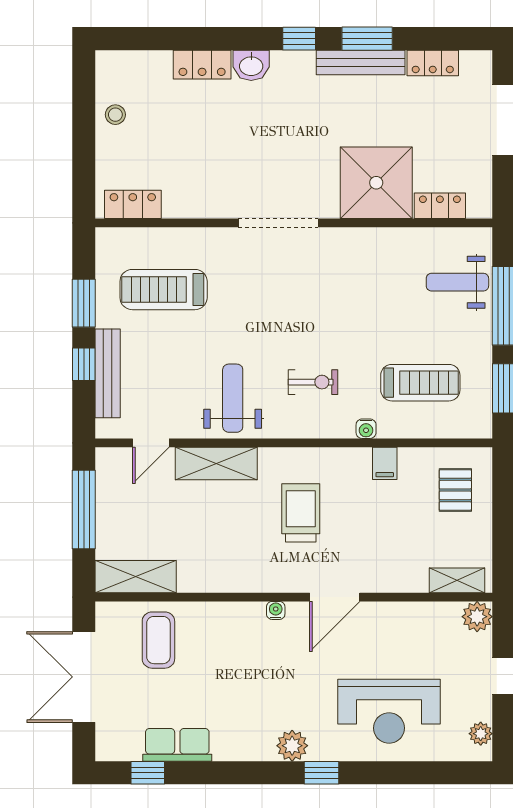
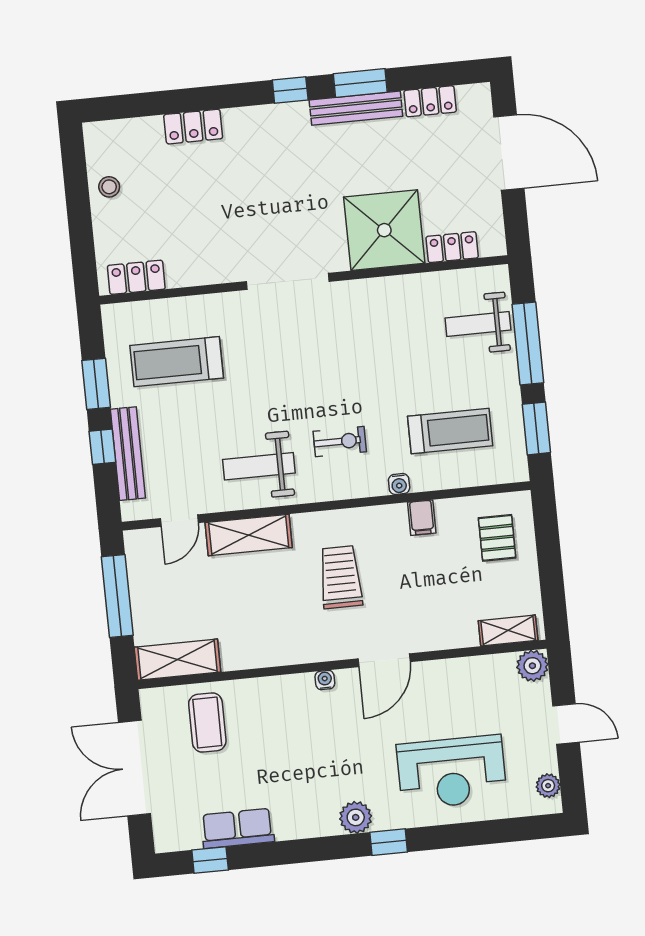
washbasin: (251, 65) -> (244, 122), removed
weight bench: (233, 398) -> (259, 466), turned -90

